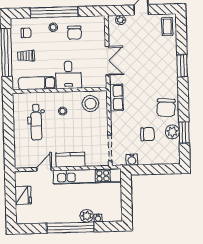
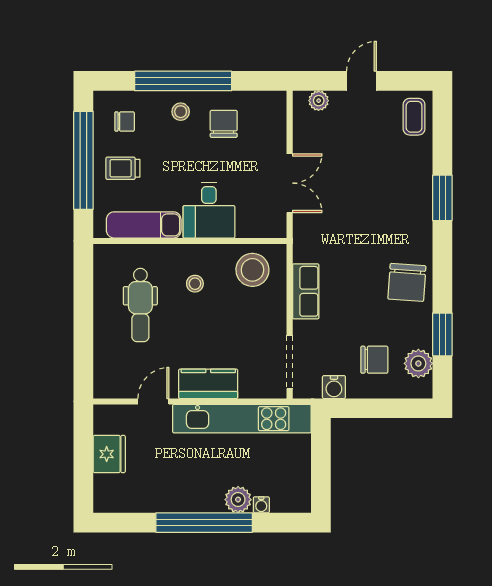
chair: (74, 33) -> (224, 124), turned 180
row of seats: (116, 98) -> (306, 291), moved
plant: (172, 132) -> (418, 363), moved
chair: (147, 134) -> (374, 360), moved

